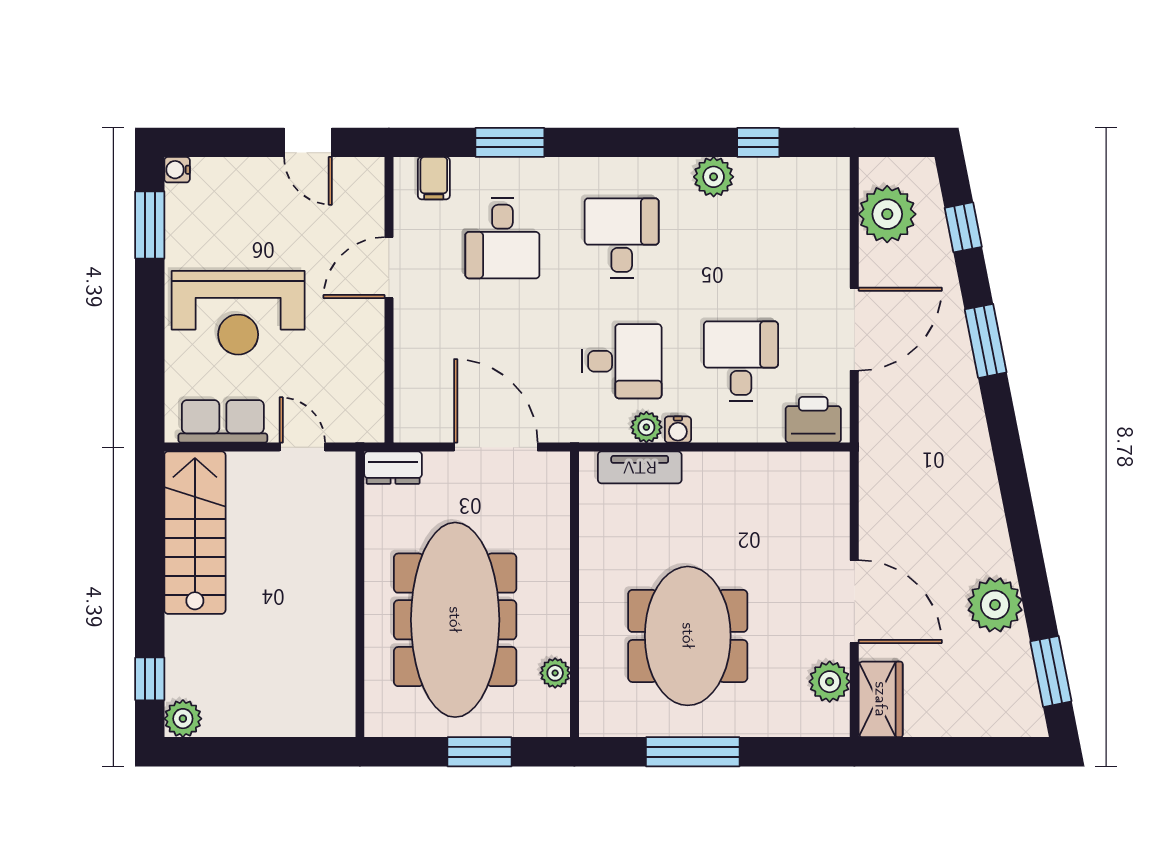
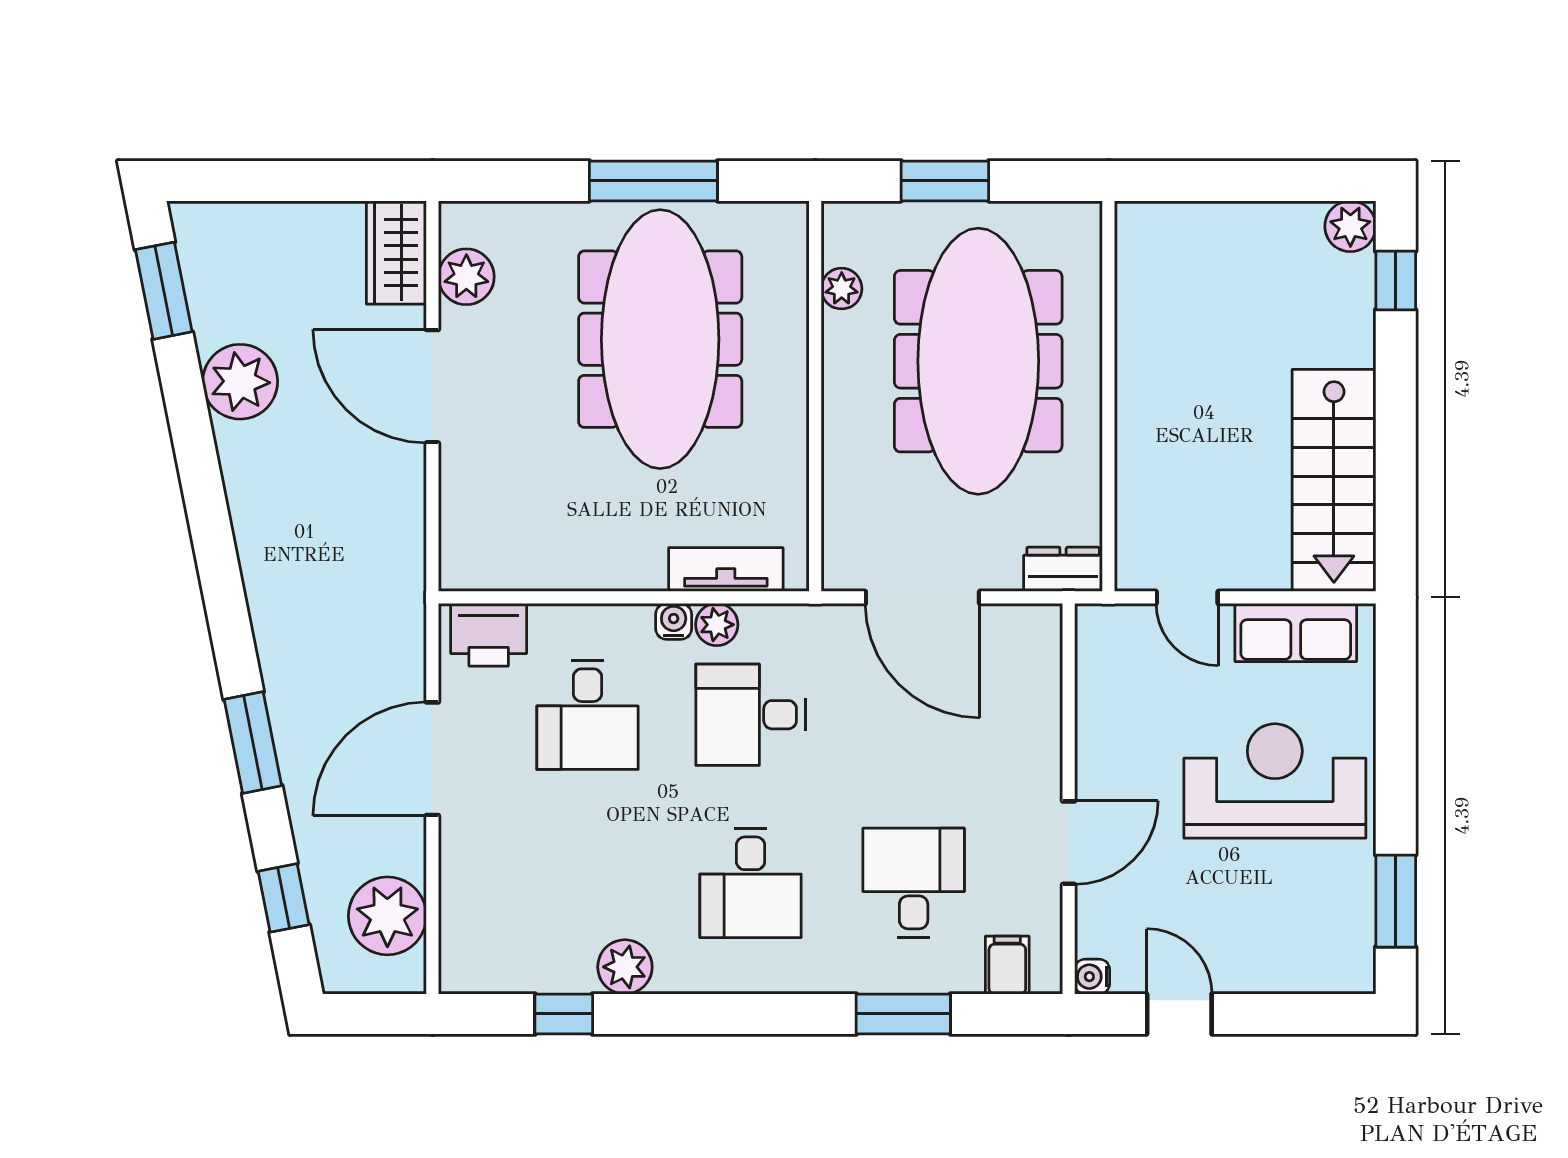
water cooler: (177, 170) -> (1092, 977), moved, turned 180
meeting table: (688, 636) -> (660, 339), width x1.36

